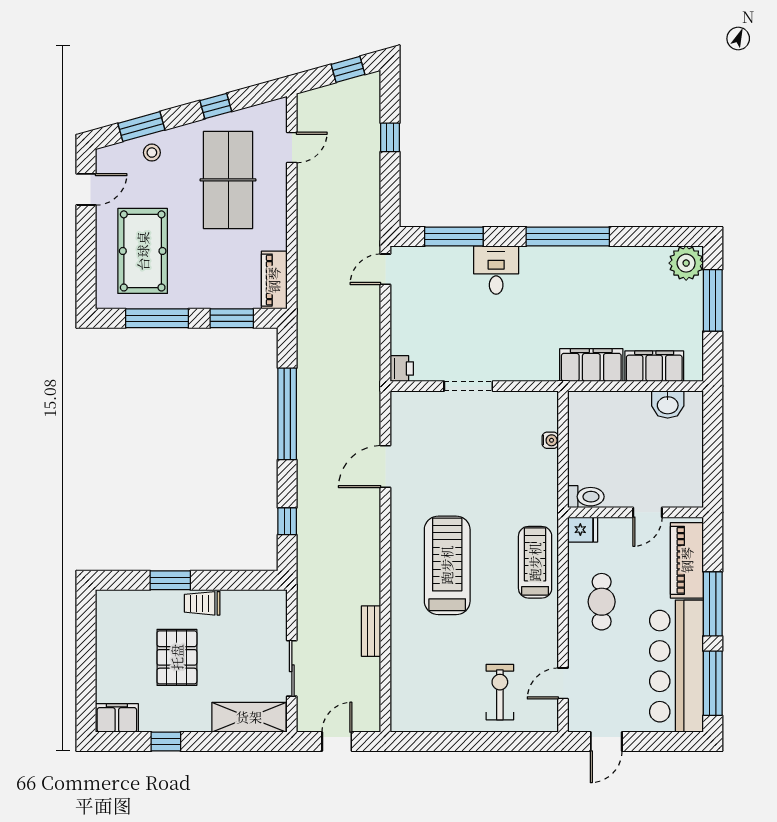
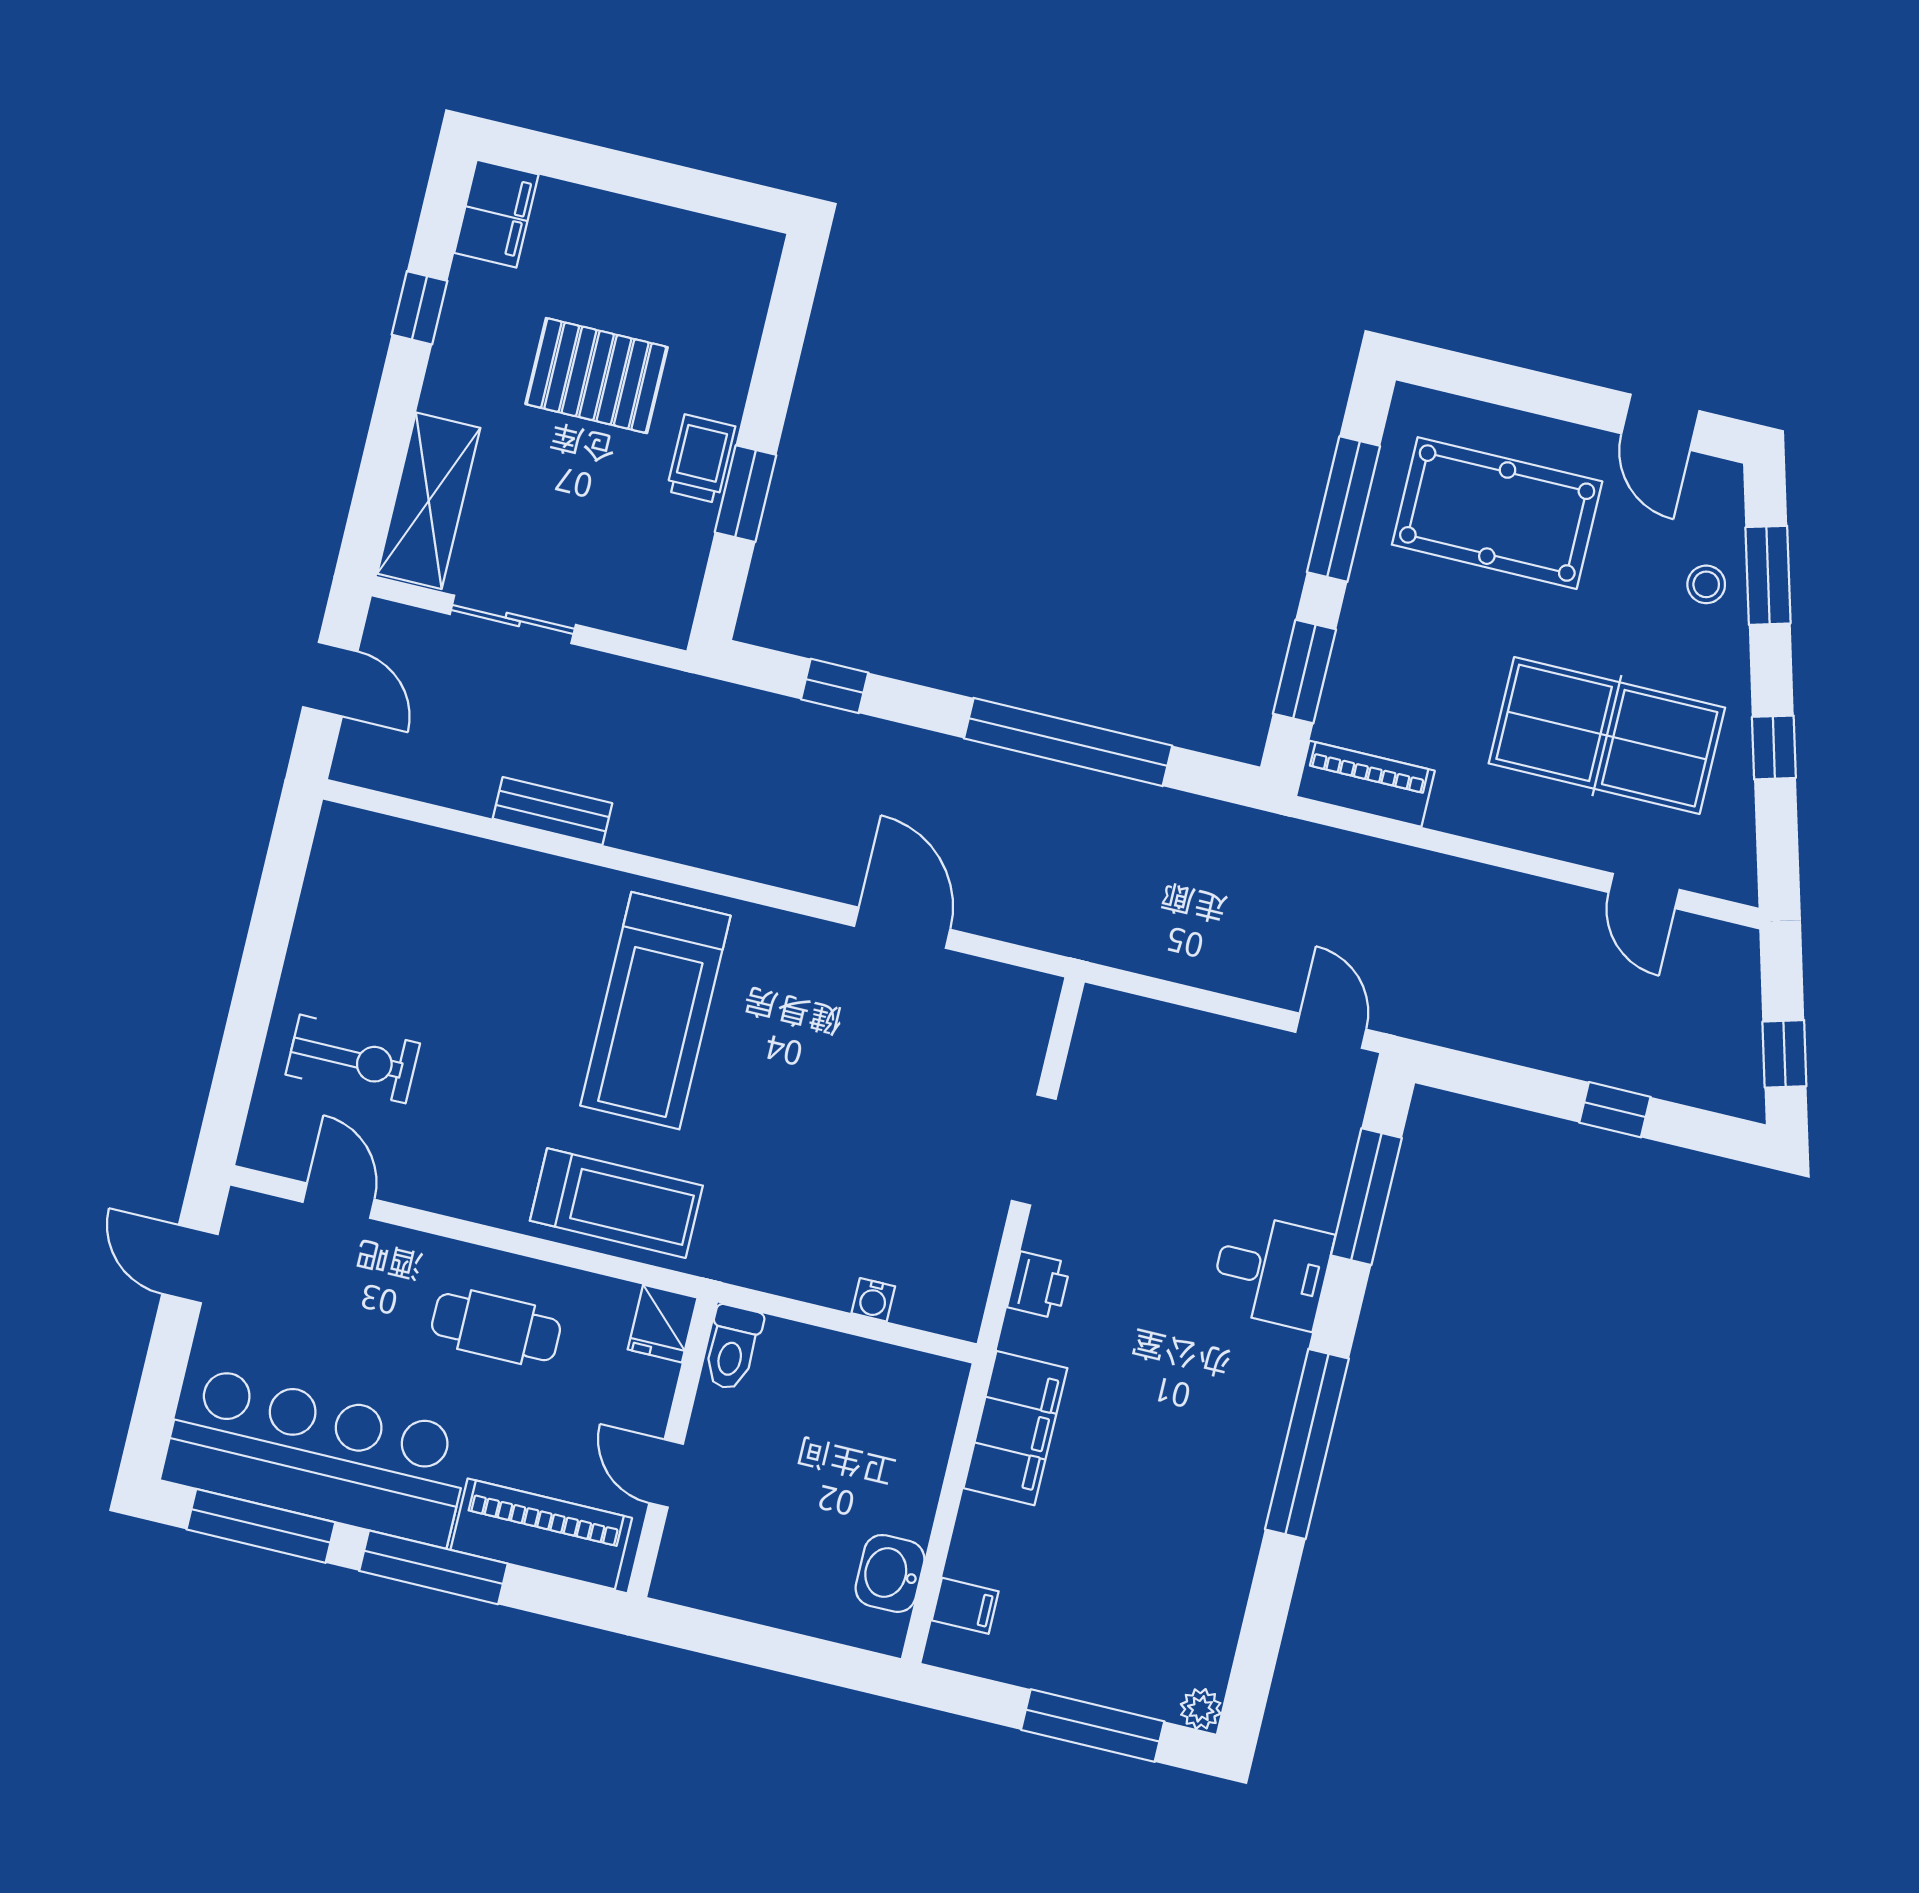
plant: (686, 263) -> (1201, 1709), width x0.53, depth x0.53
filing cabinet: (654, 366) -> (965, 1606), width x0.33, depth x0.86
printer: (402, 369) -> (1039, 1285), moved, turned -90
treadmill: (447, 565) -> (655, 1011), turned 90
window: (170, 580) -> (746, 494), moved

